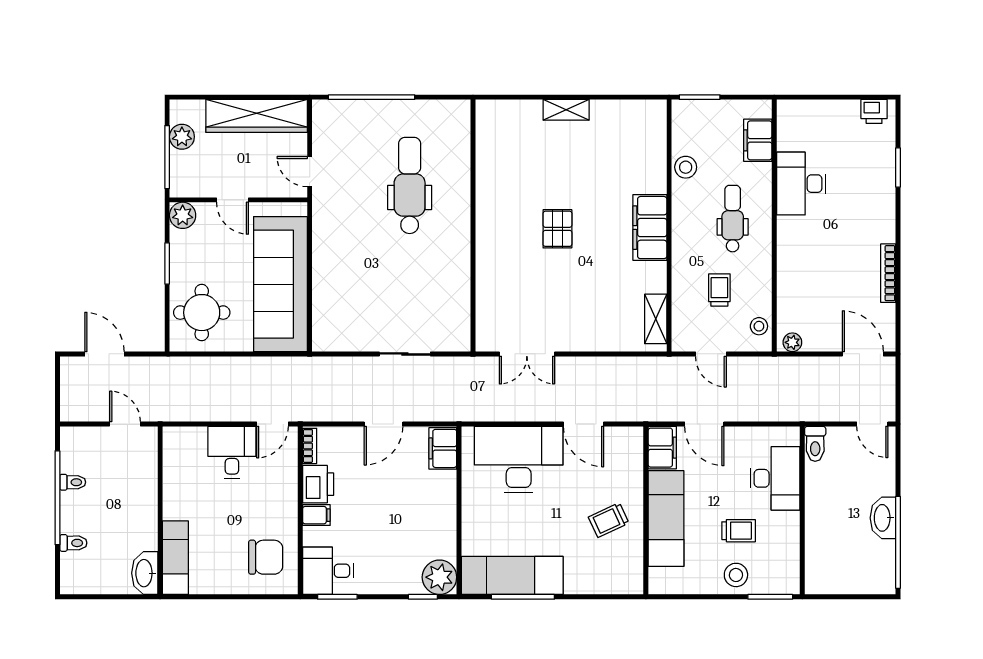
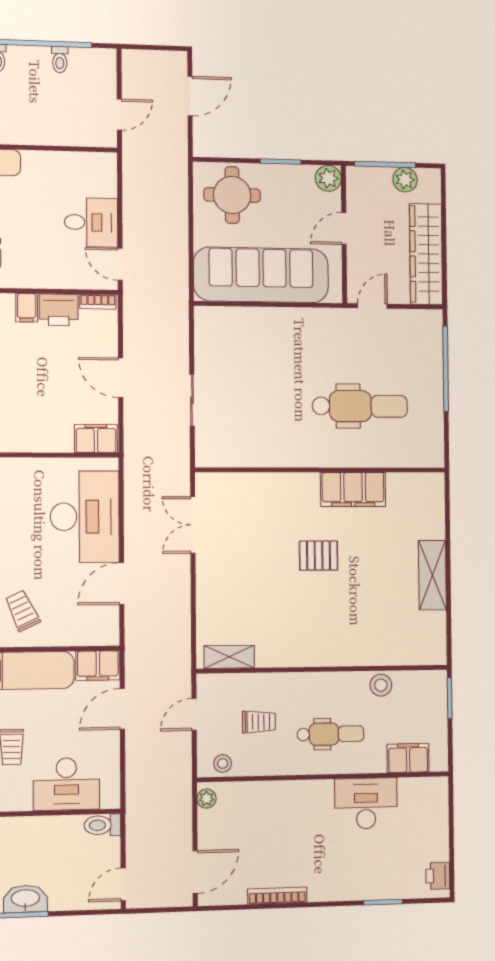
shelving: (566, 110) -> (432, 575), width x1.50, depth x1.33
filing cabinet: (650, 228) -> (353, 489), moved, turned 180

